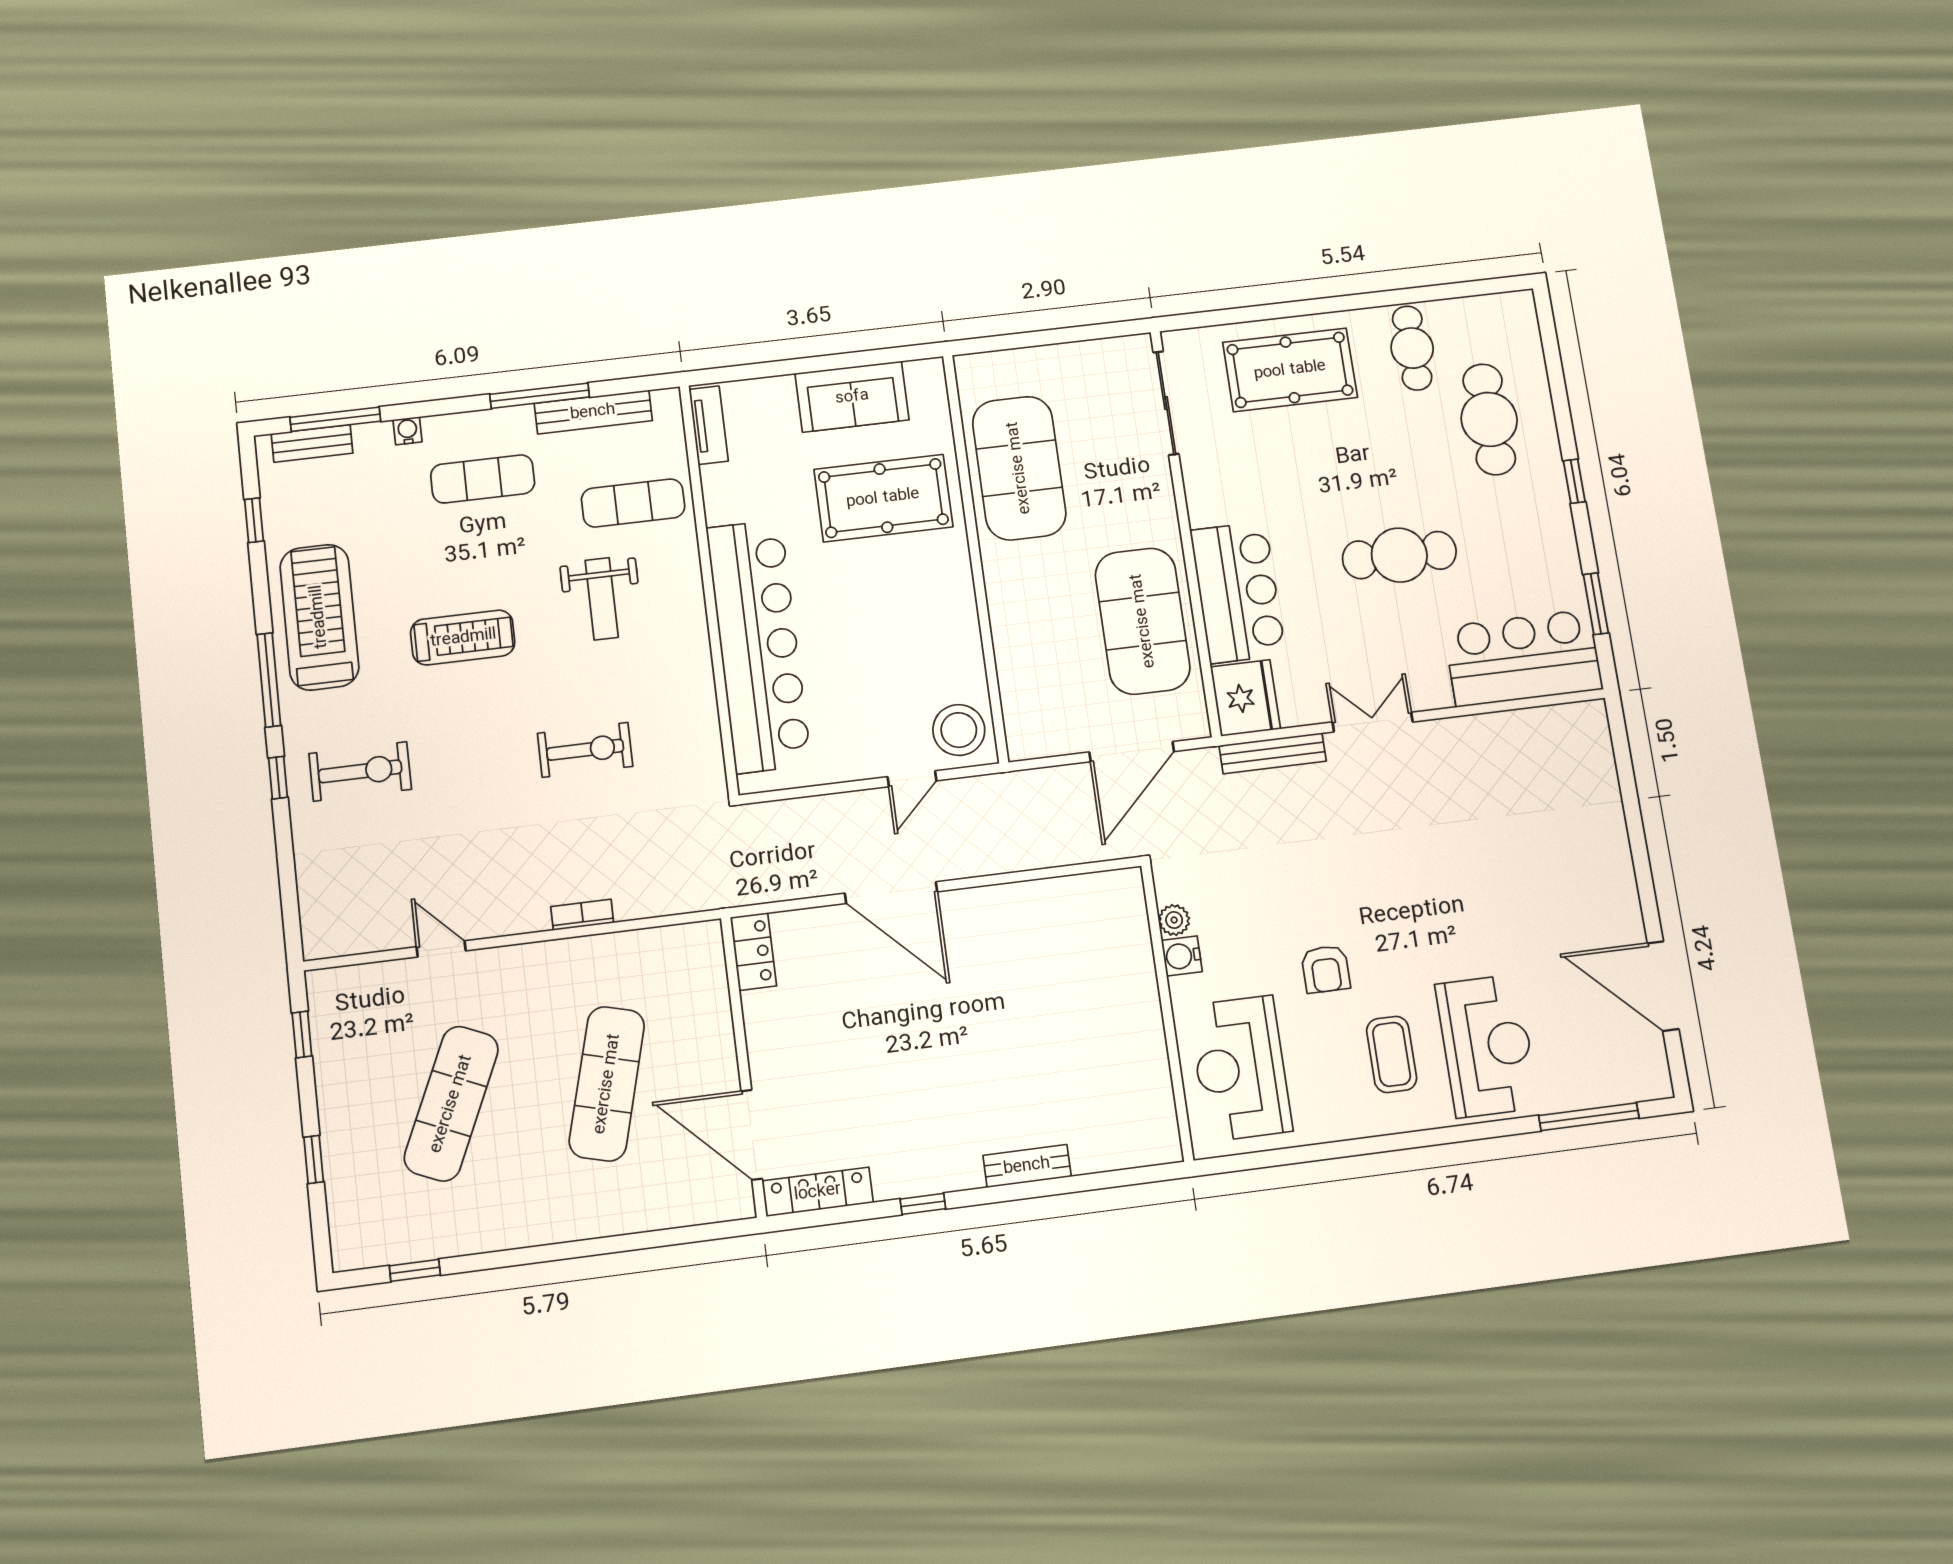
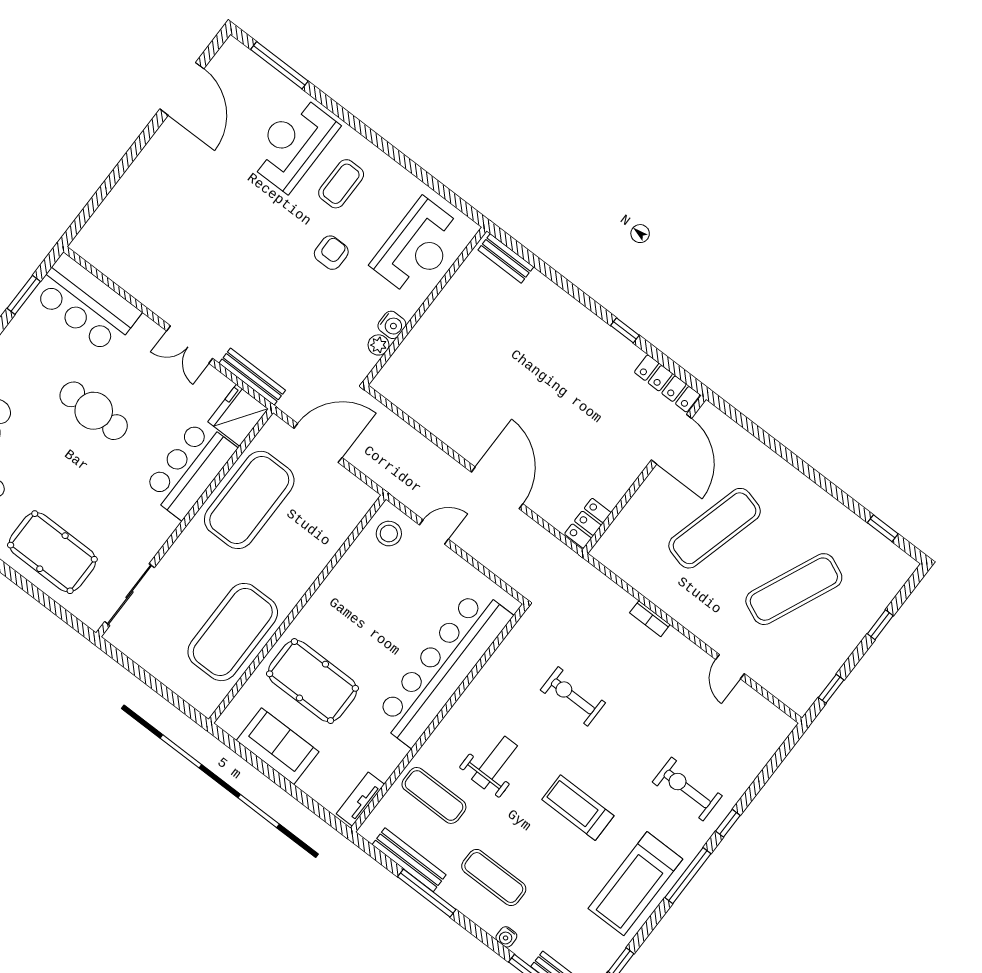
stool: (959, 730) -> (389, 534), width x0.73, depth x0.73
bench: (1027, 1166) -> (506, 258), moved

